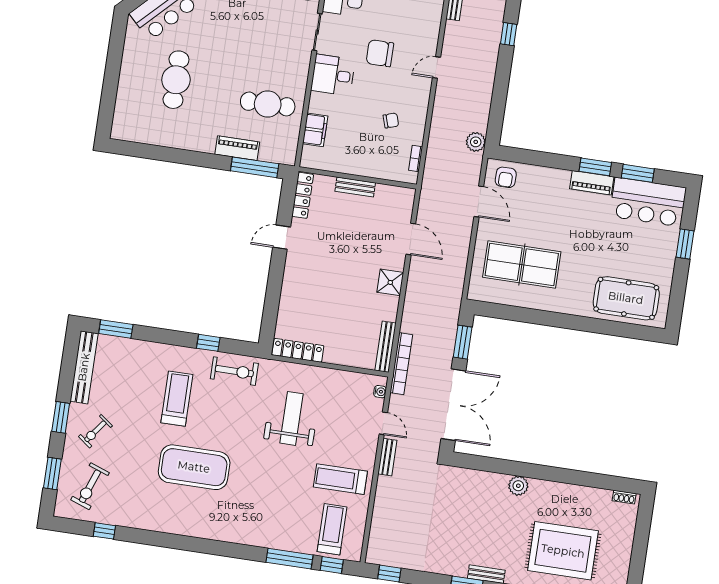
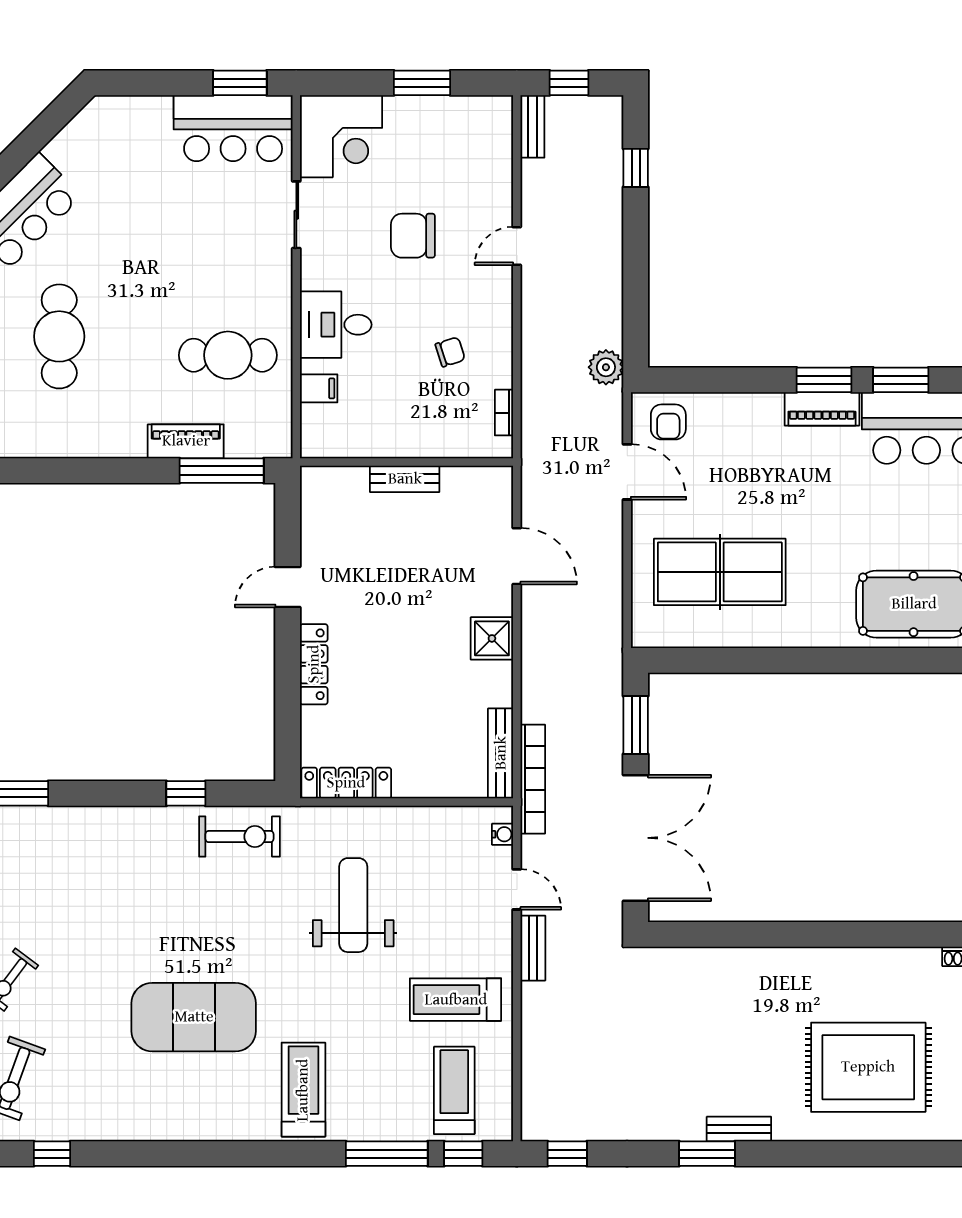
desk: (333, 75) -> (336, 325), moved
filing cabinet: (315, 130) -> (319, 388), width x0.50
locker: (303, 195) -> (314, 664), moved
treadmill: (177, 399) -> (303, 1090), moved
plant: (518, 486) -> (772, 964), removed

